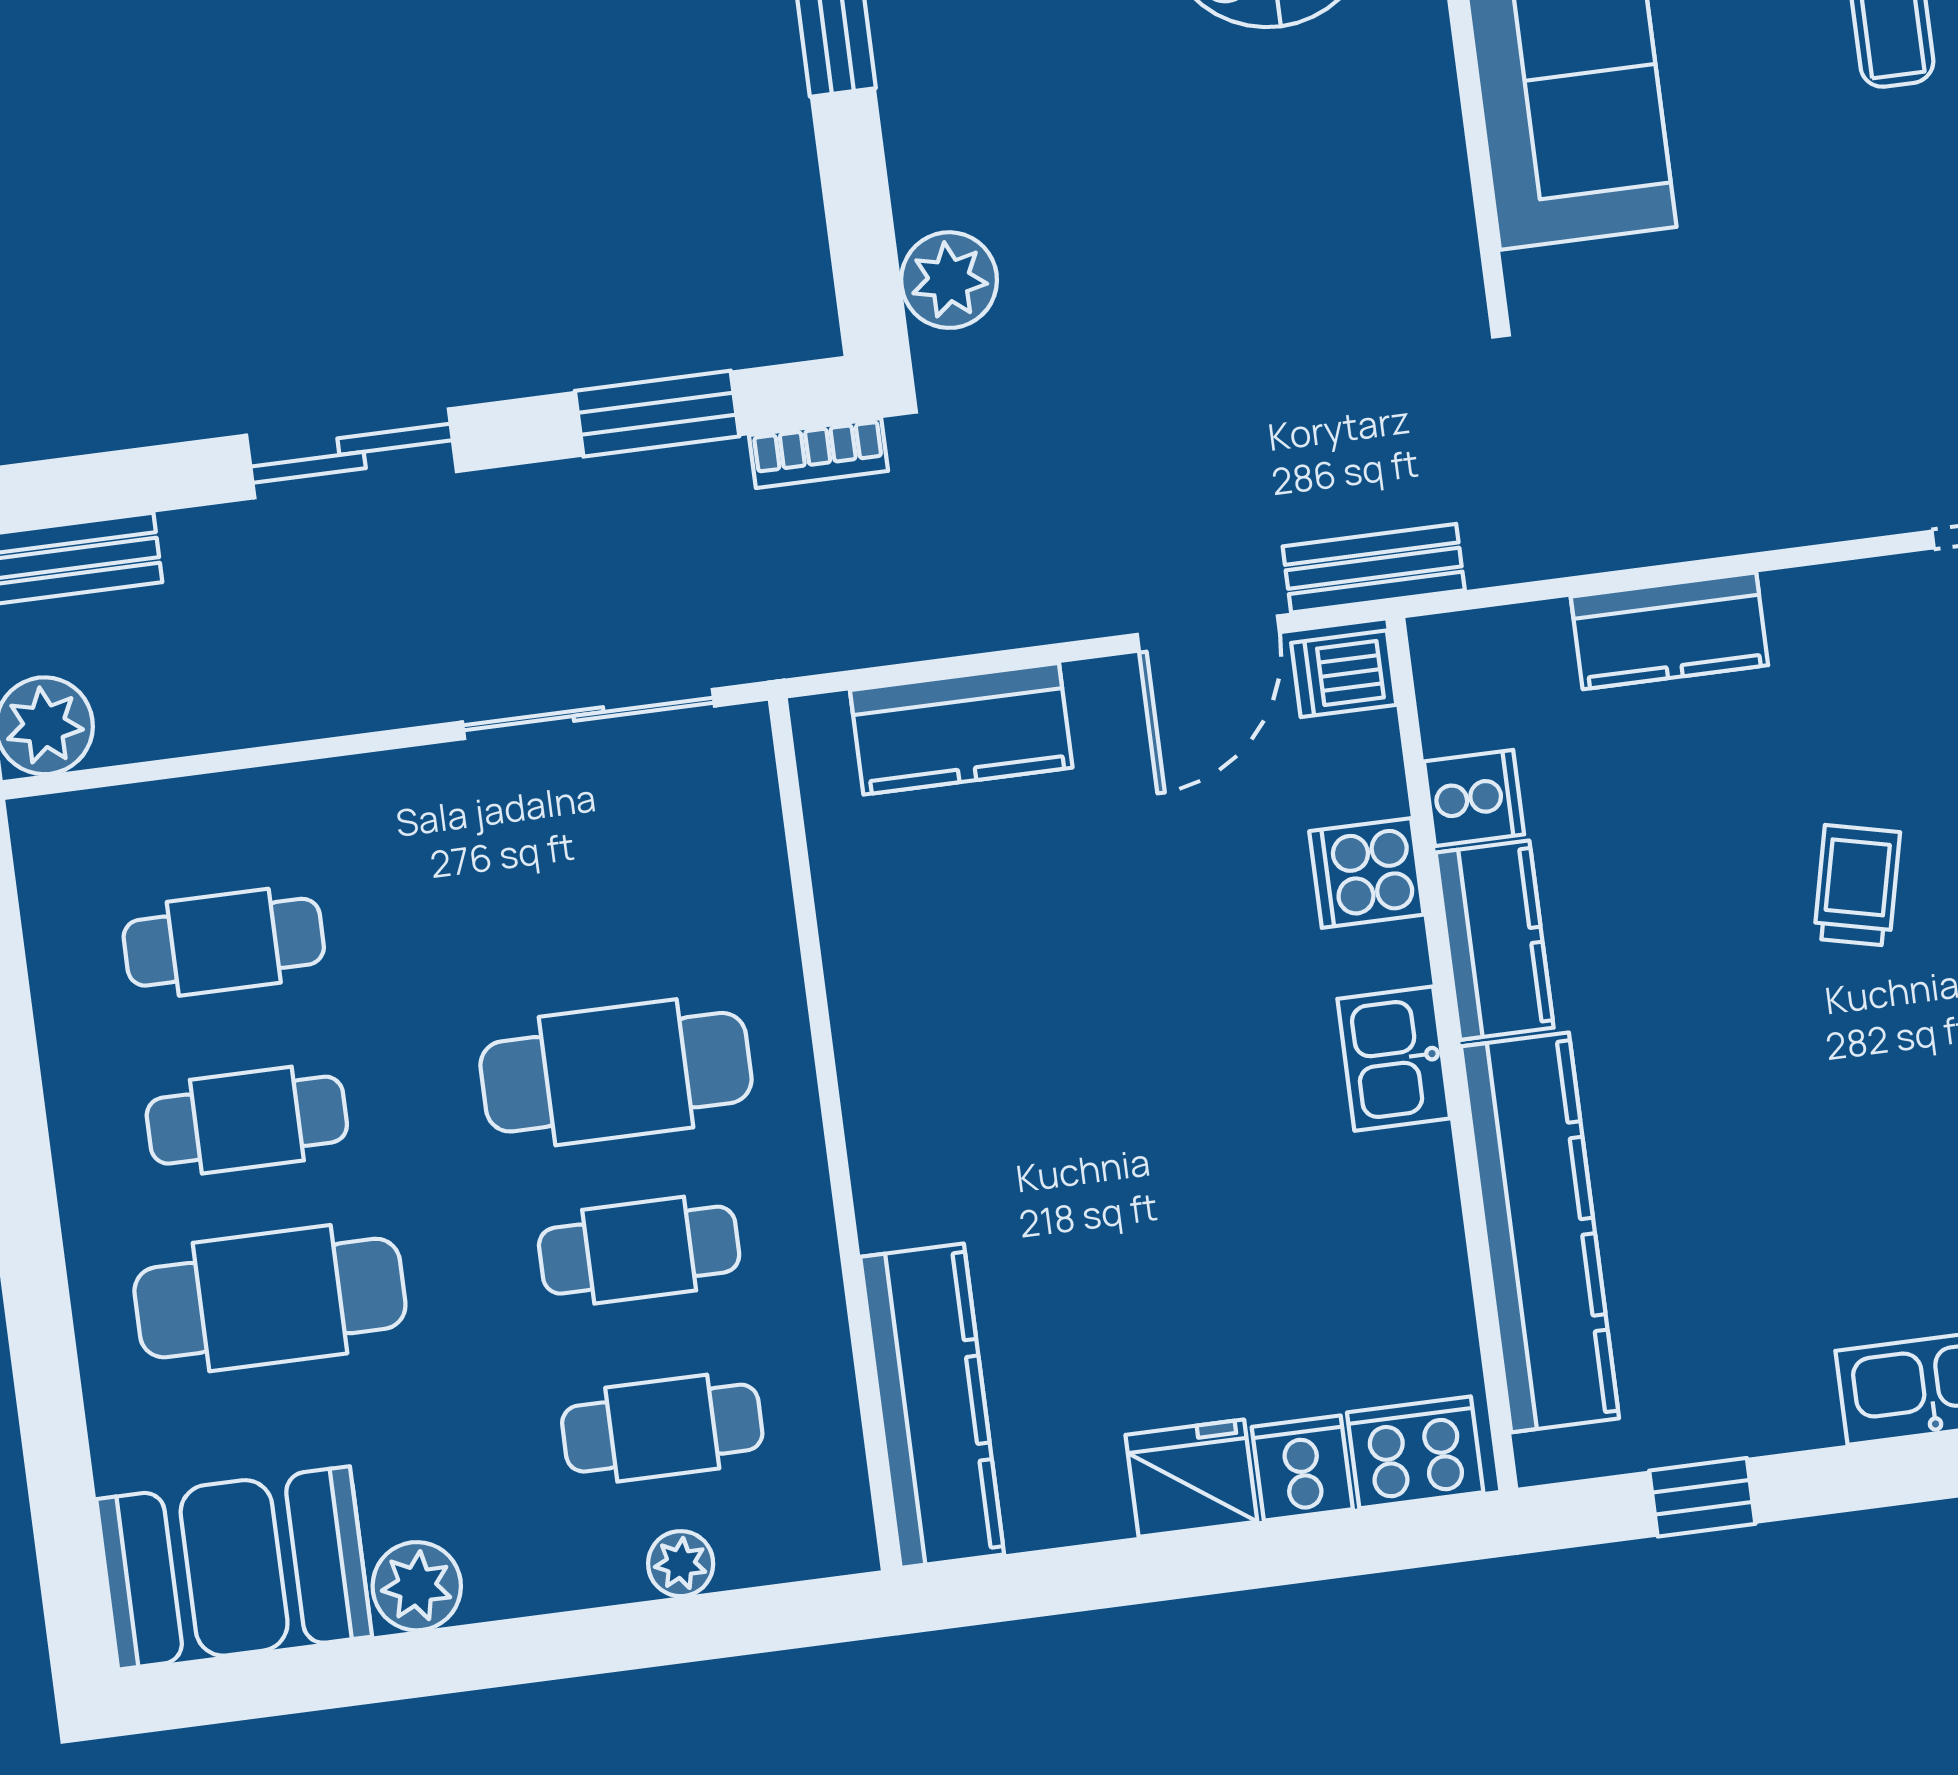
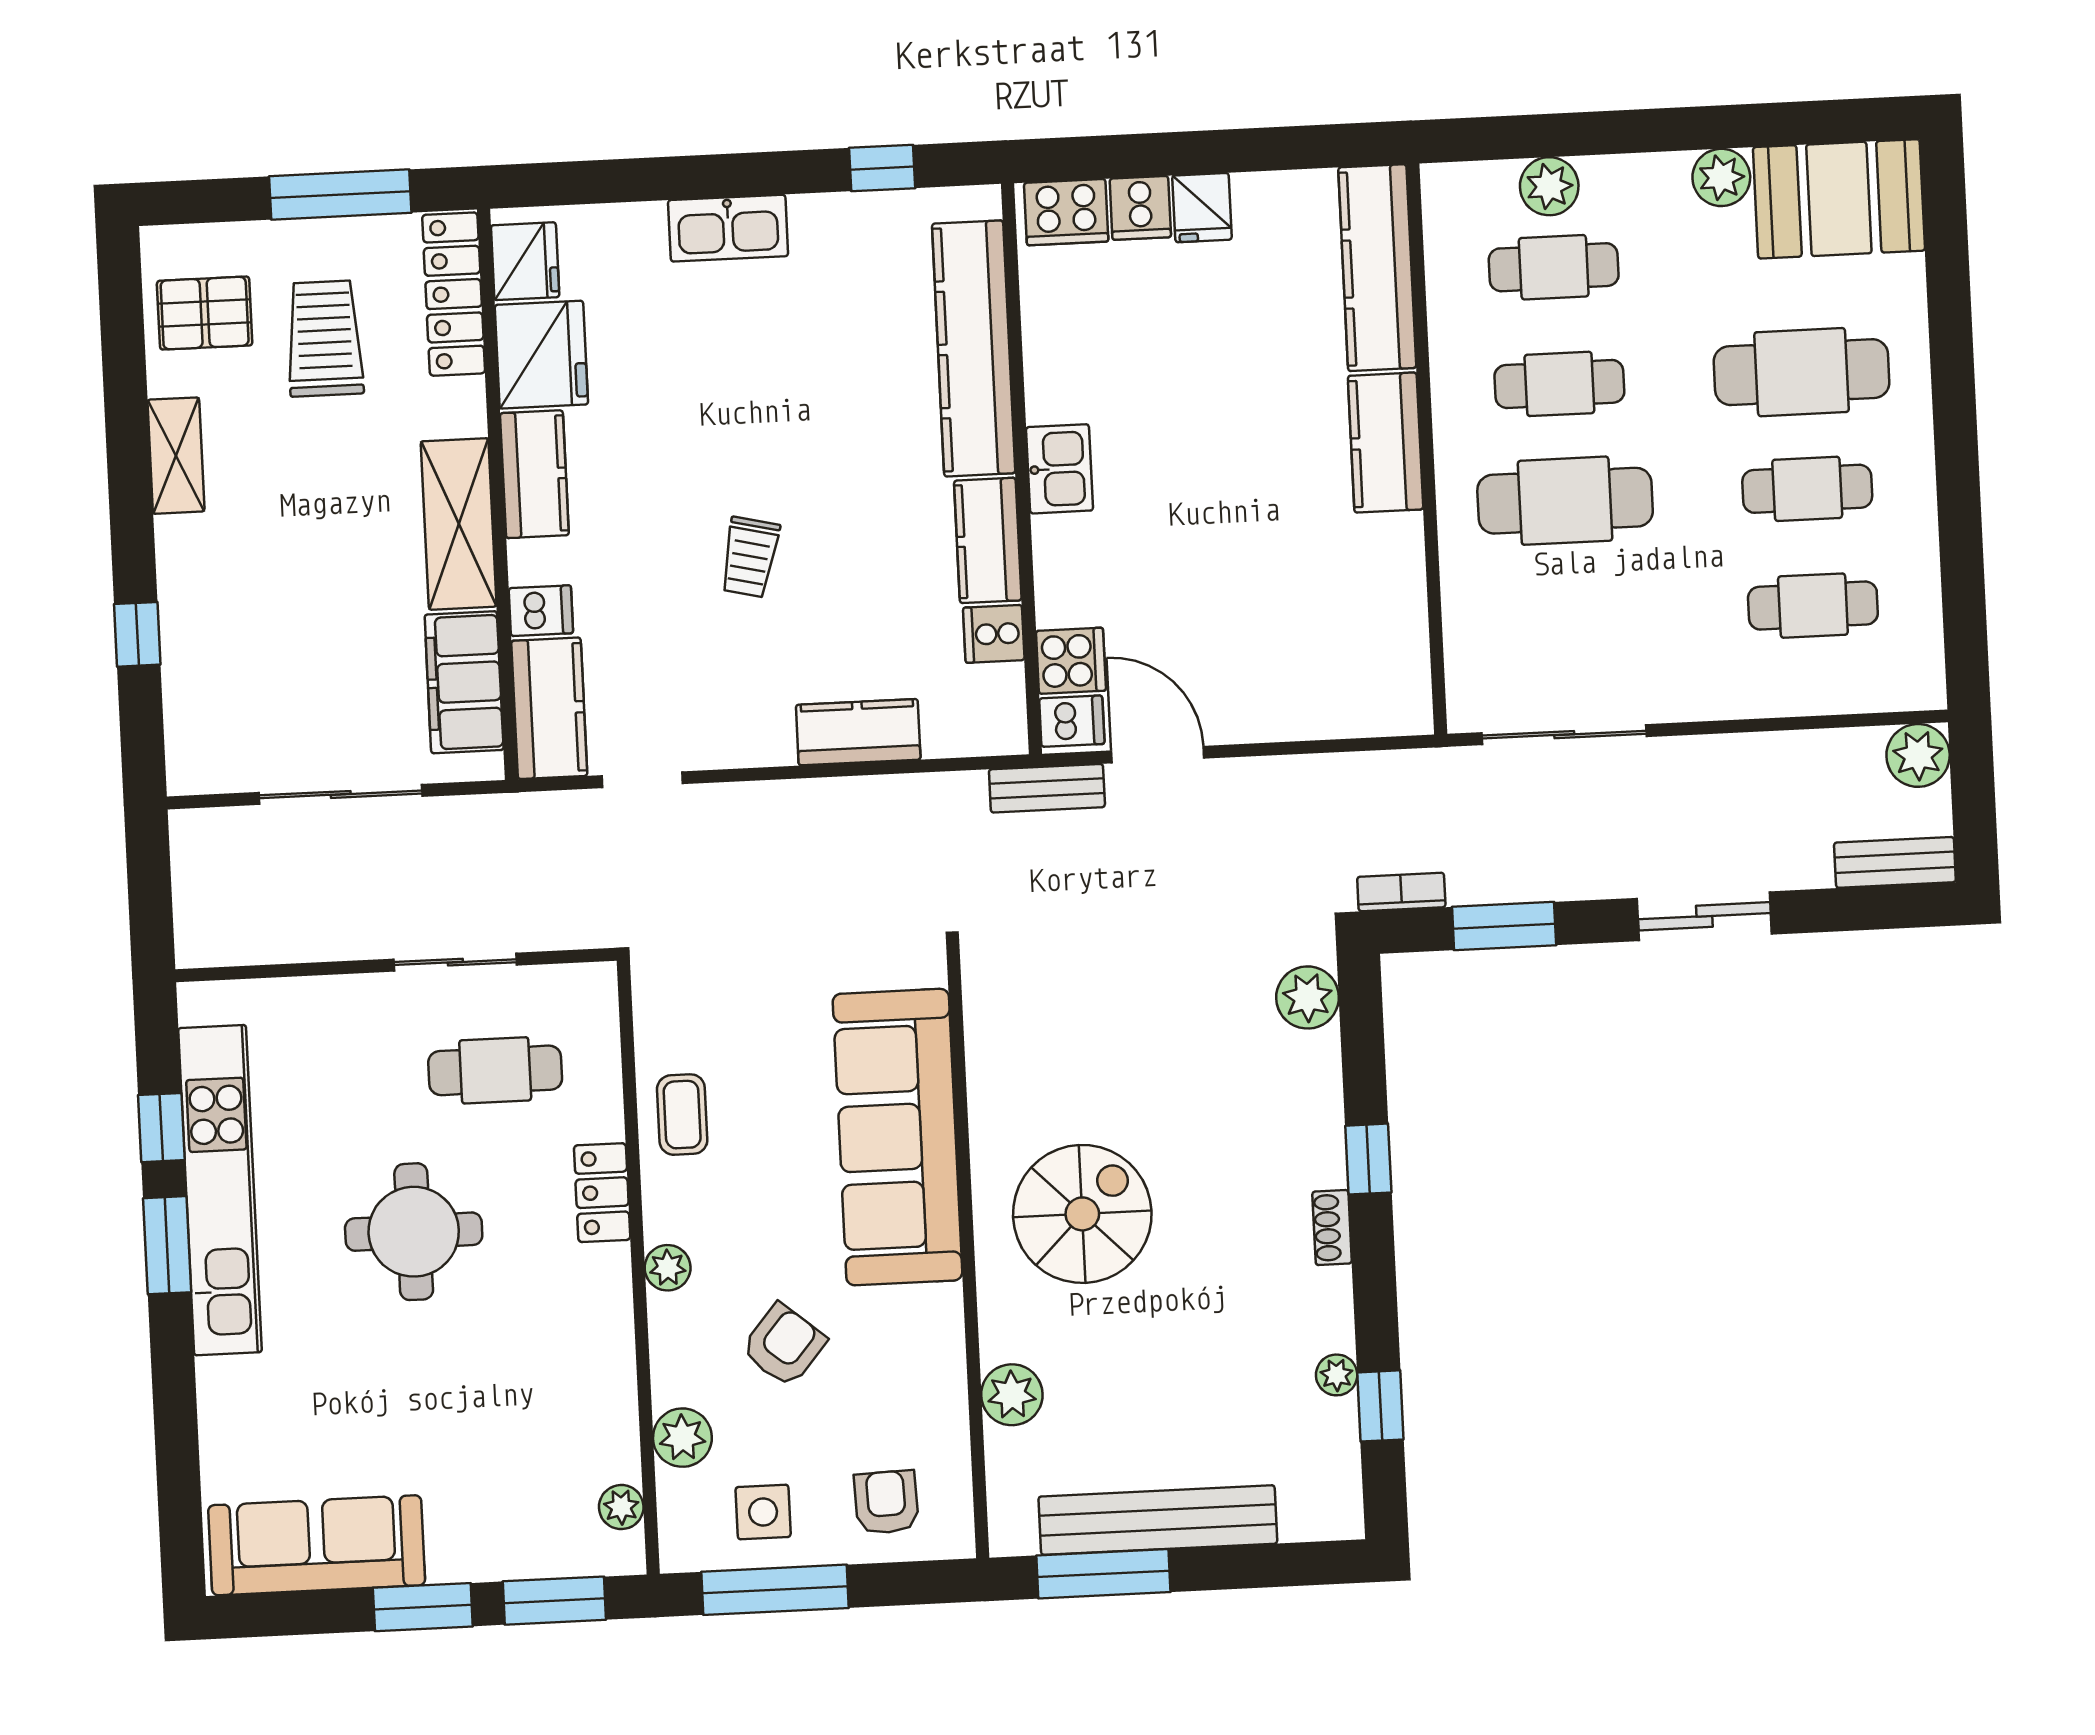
door: (1208, 634) -> (1158, 755), hinge flipped
kitchen counter: (961, 729) -> (1386, 443), moved, turned -90
cooker: (1366, 873) -> (1071, 661), moved
fridge: (1191, 1478) -> (1202, 208), width x0.72
plant: (681, 1564) -> (1549, 186), width x1.38, depth x1.38

